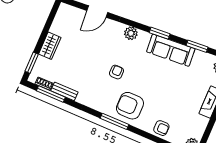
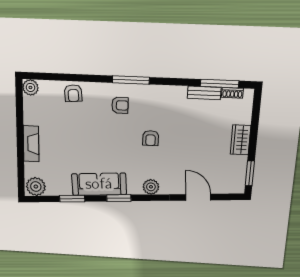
door: (97, 11) -> (198, 197), hinge flipped
window: (32, 63) -> (250, 173), moved
armchair: (130, 106) -> (120, 105), width x0.53, depth x0.53
armchair: (161, 128) -> (73, 93), turned -95

